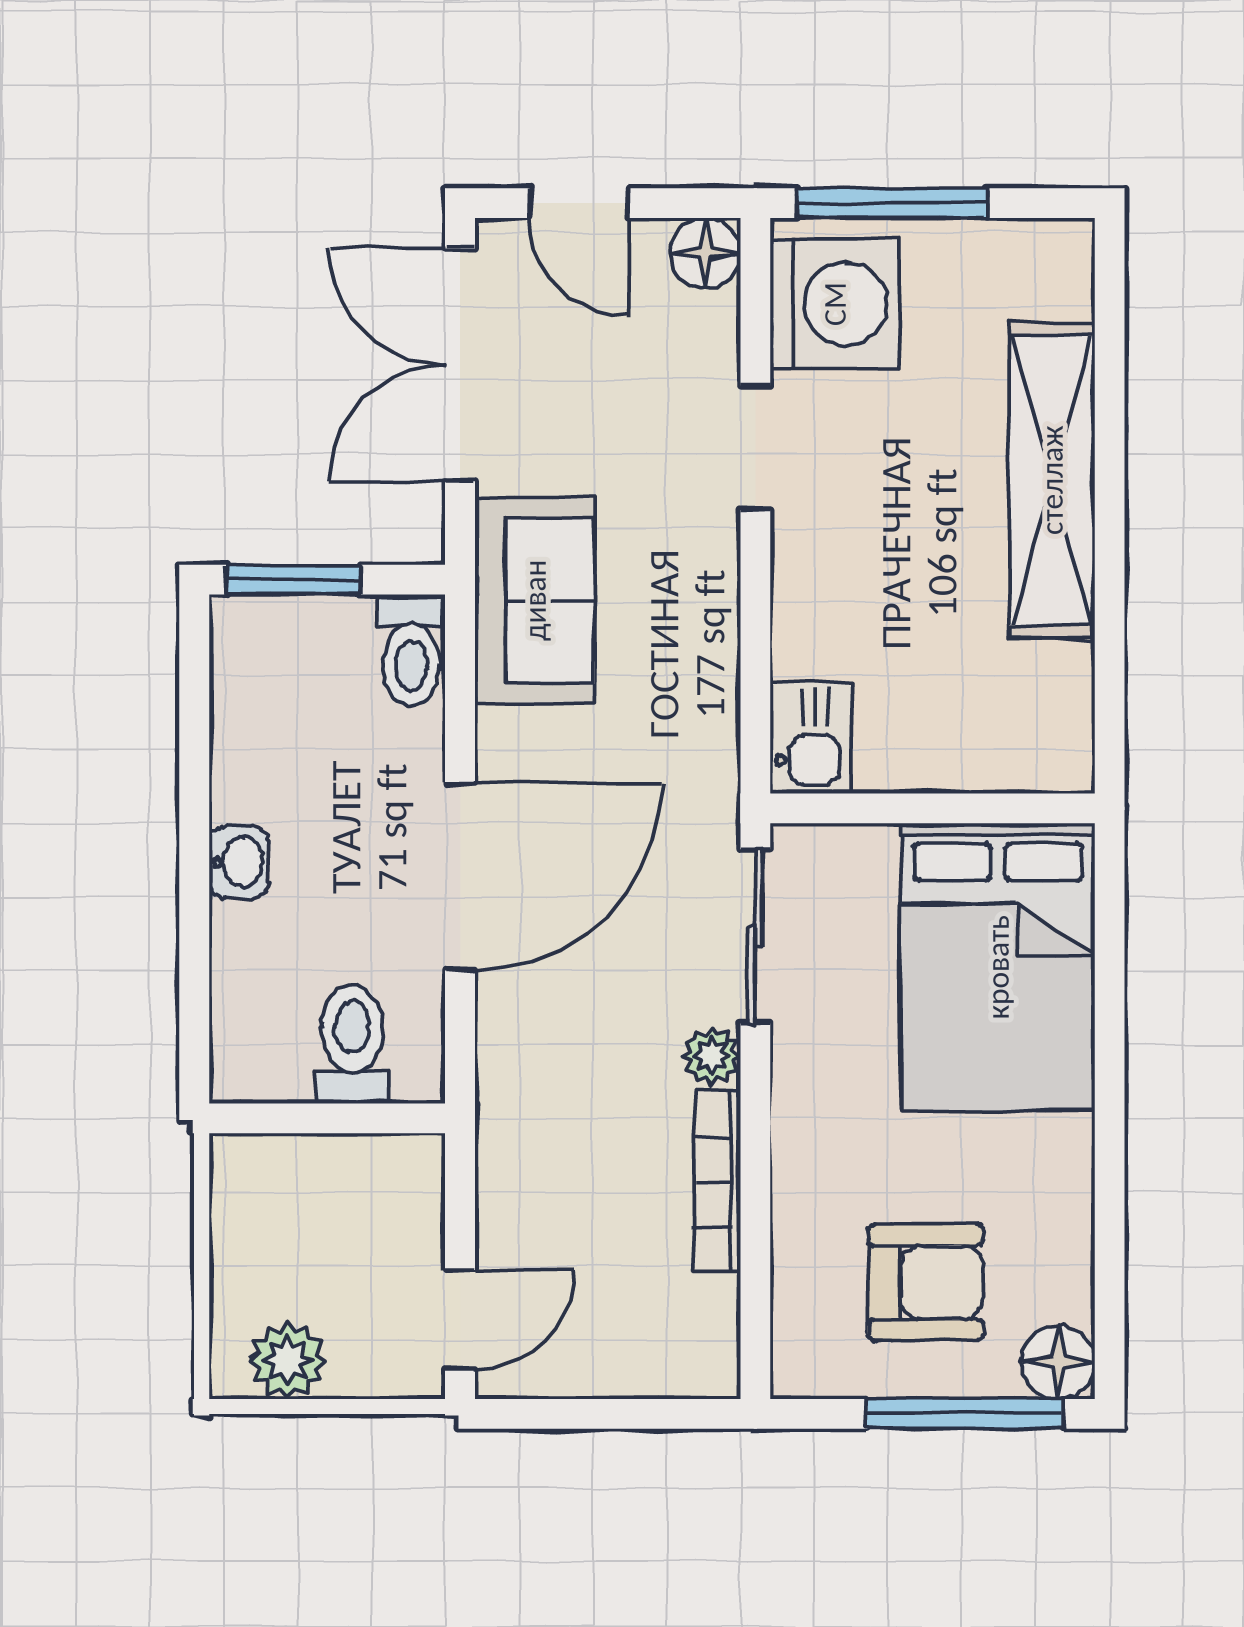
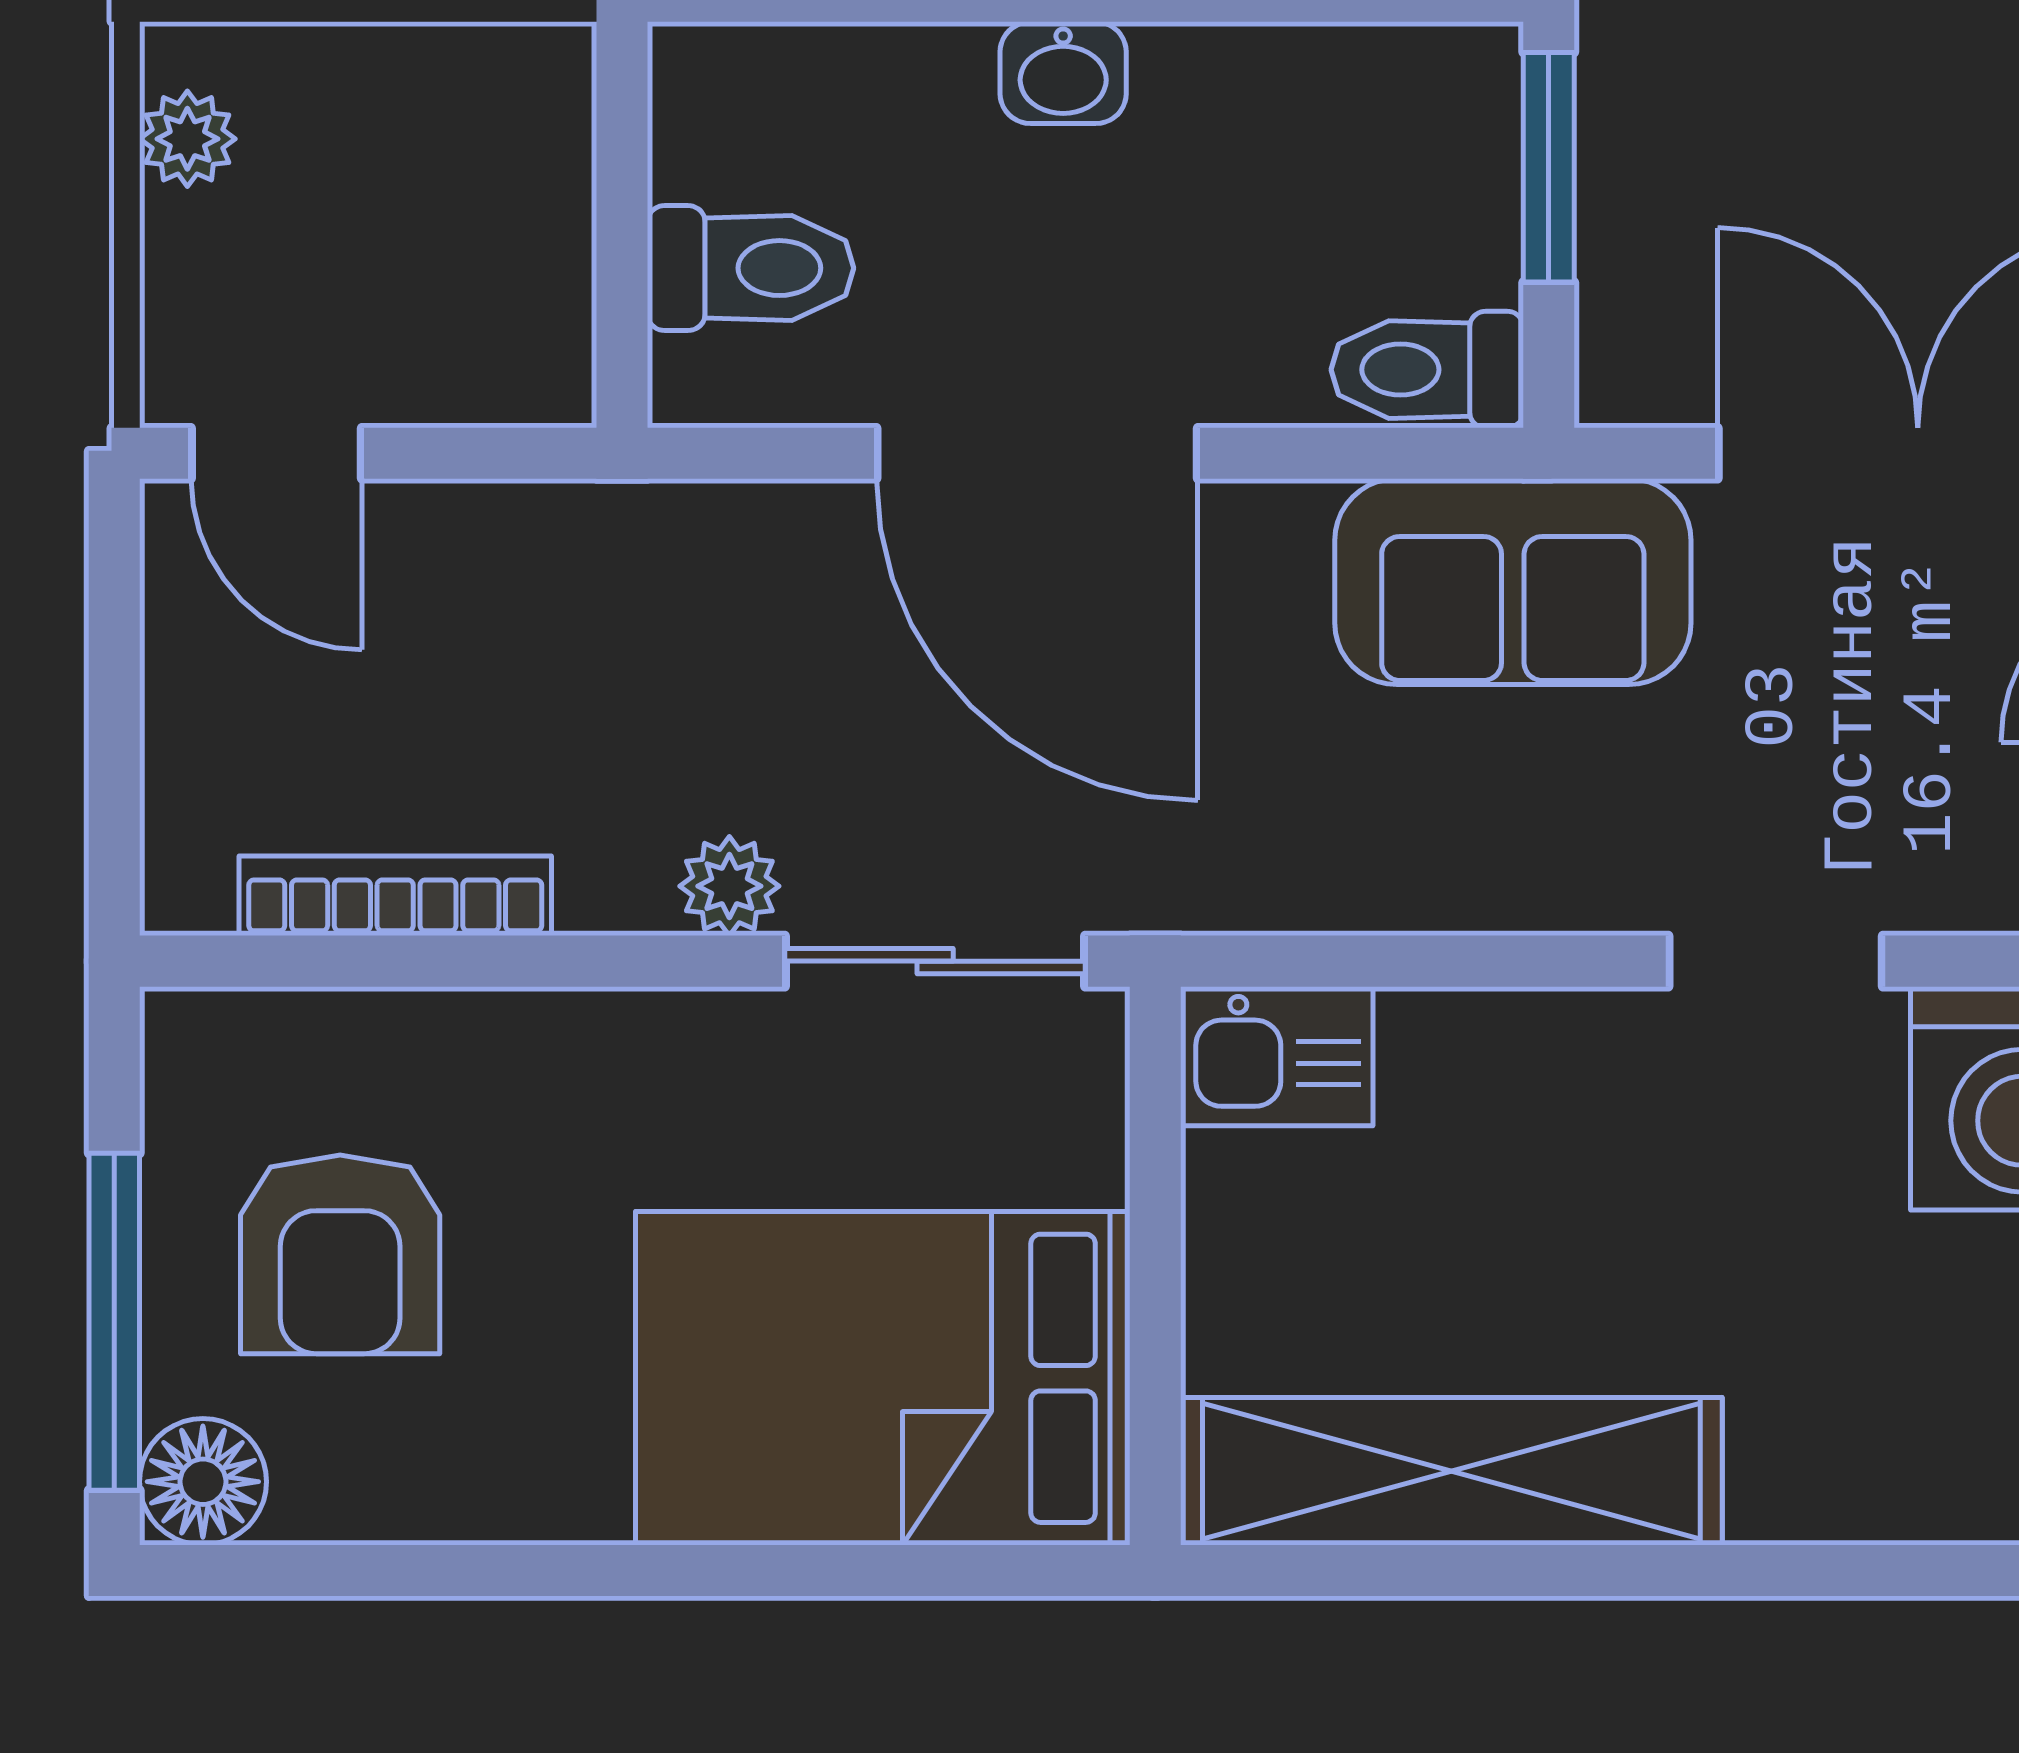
shelving: (1052, 480) -> (1451, 1471), moved
bookcase: (717, 1182) -> (395, 896), moved
plant: (288, 1361) -> (187, 139), width x0.73, depth x0.73

